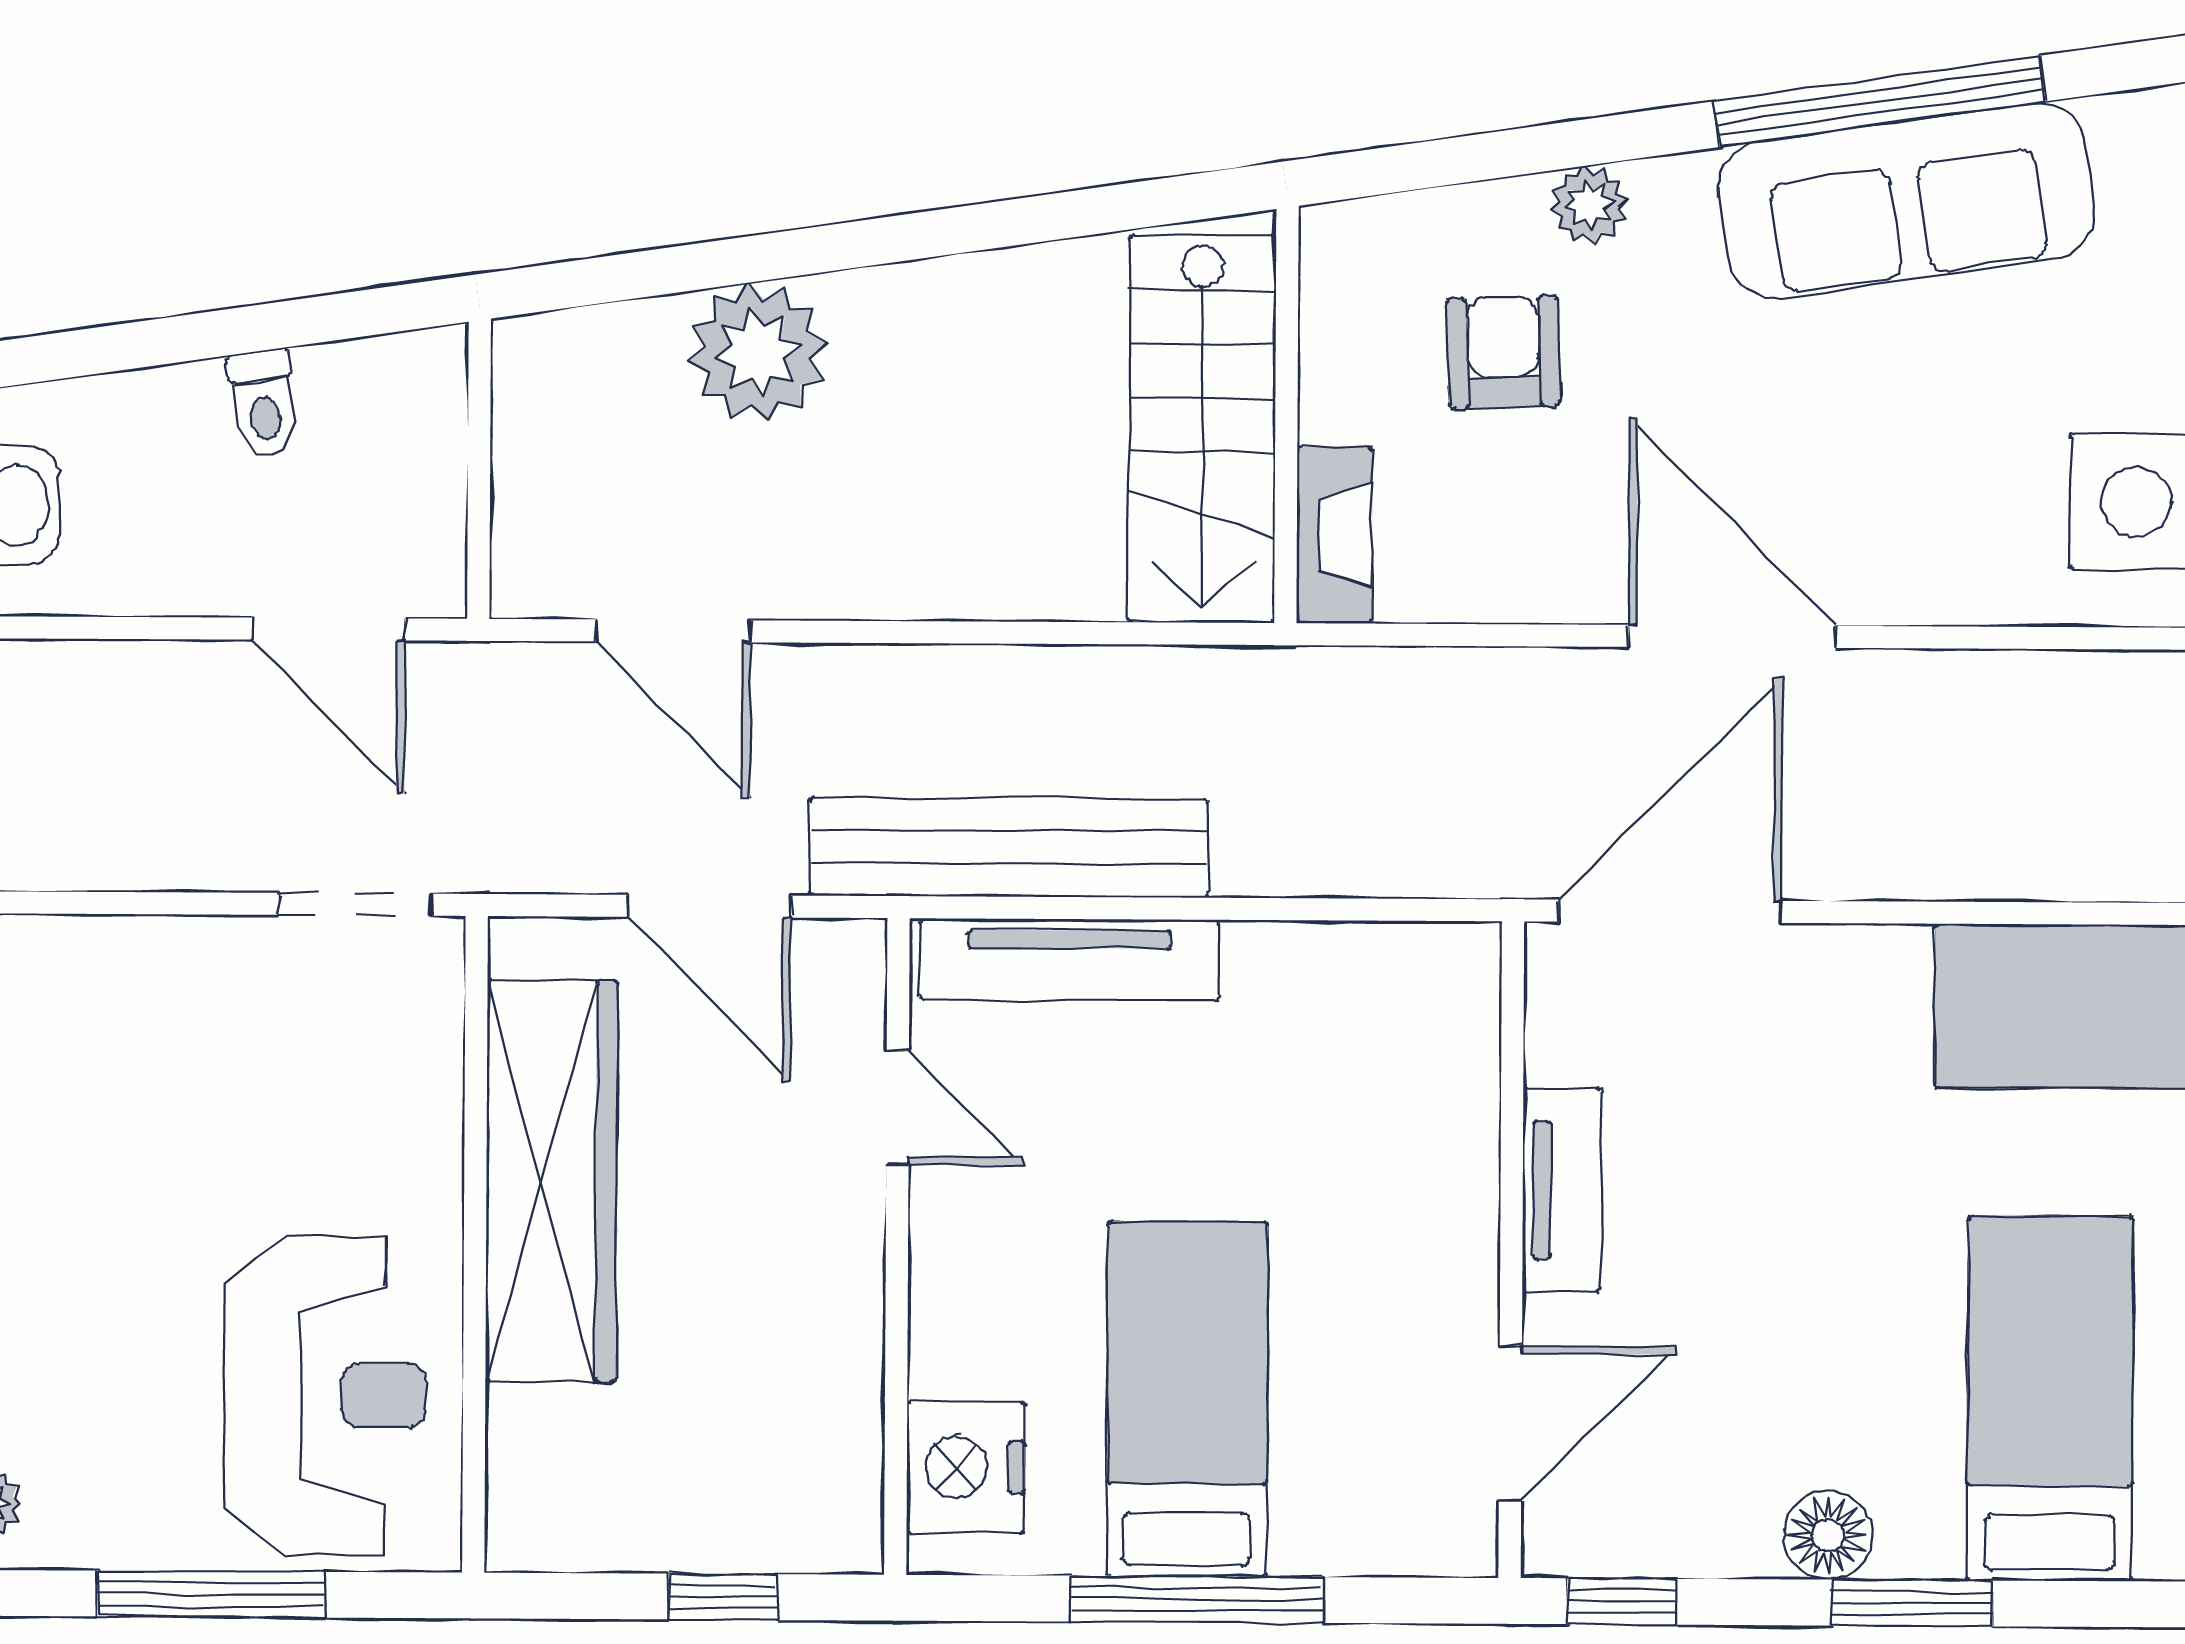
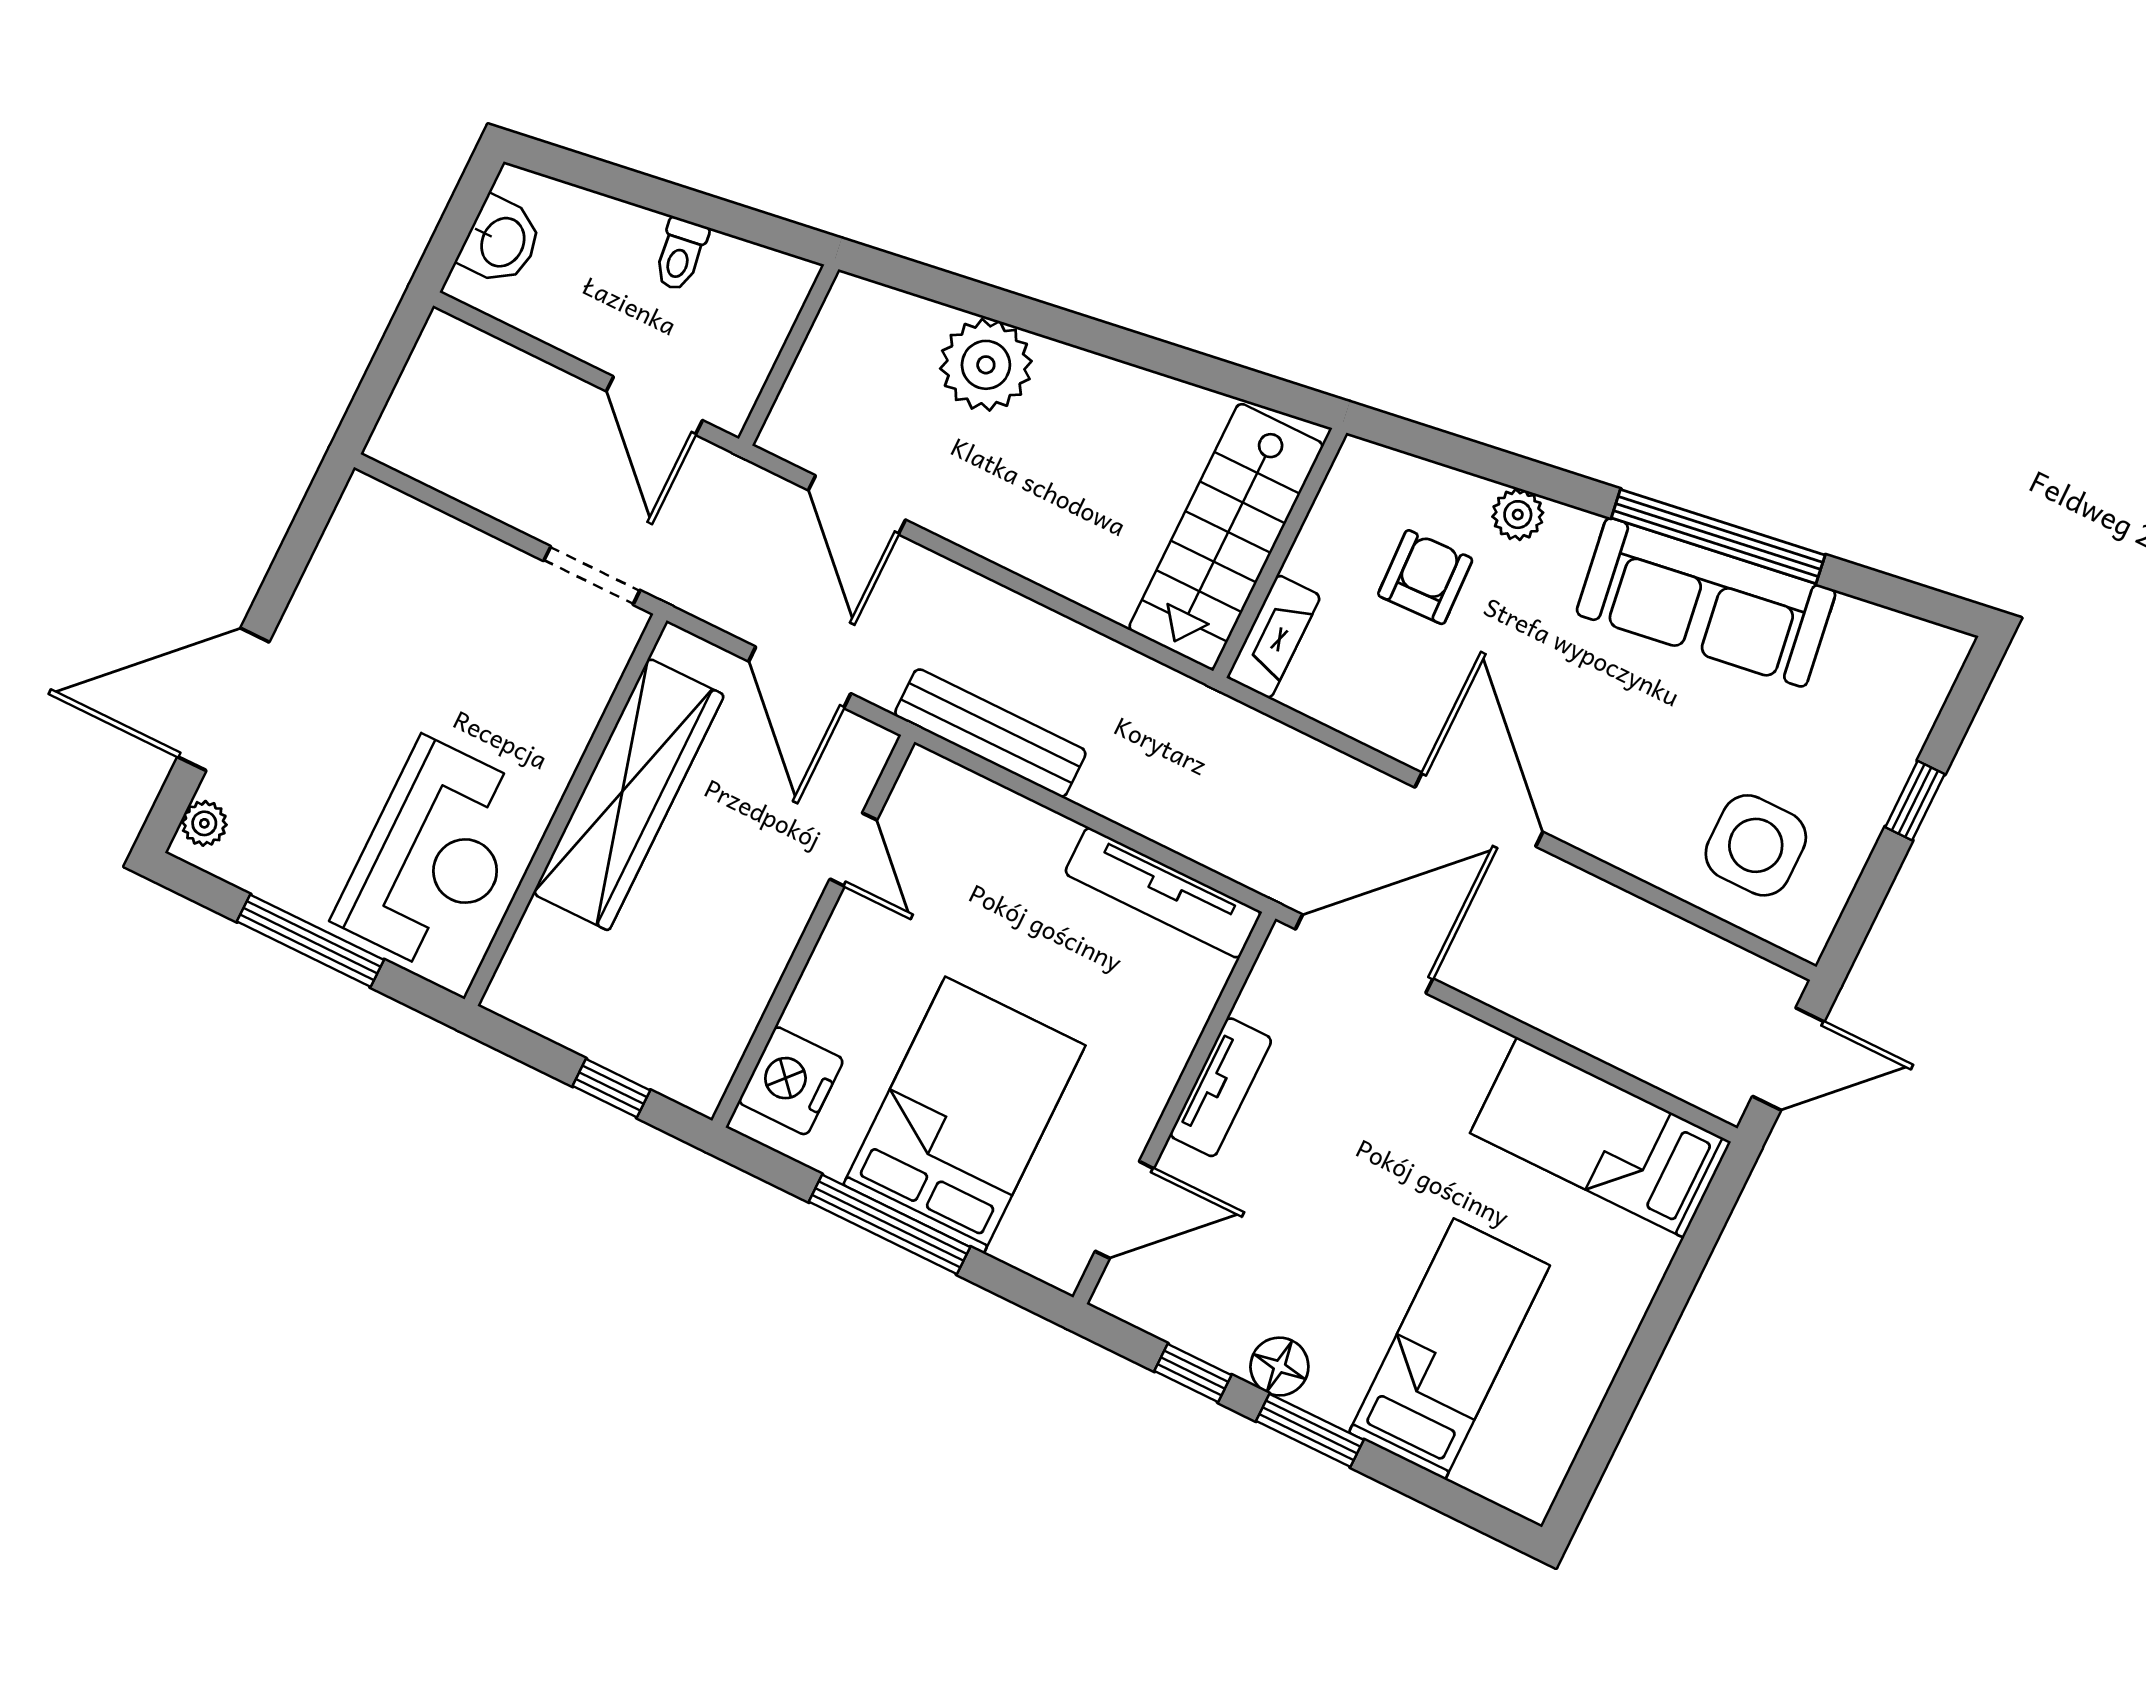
bench: (1009, 847) -> (990, 733), width x0.73, depth x0.82
tv unit: (1070, 960) -> (1163, 893), moved
bed: (1187, 1399) -> (964, 1115), width x1.50
window: (1621, 1602) -> (1193, 1373), moved

